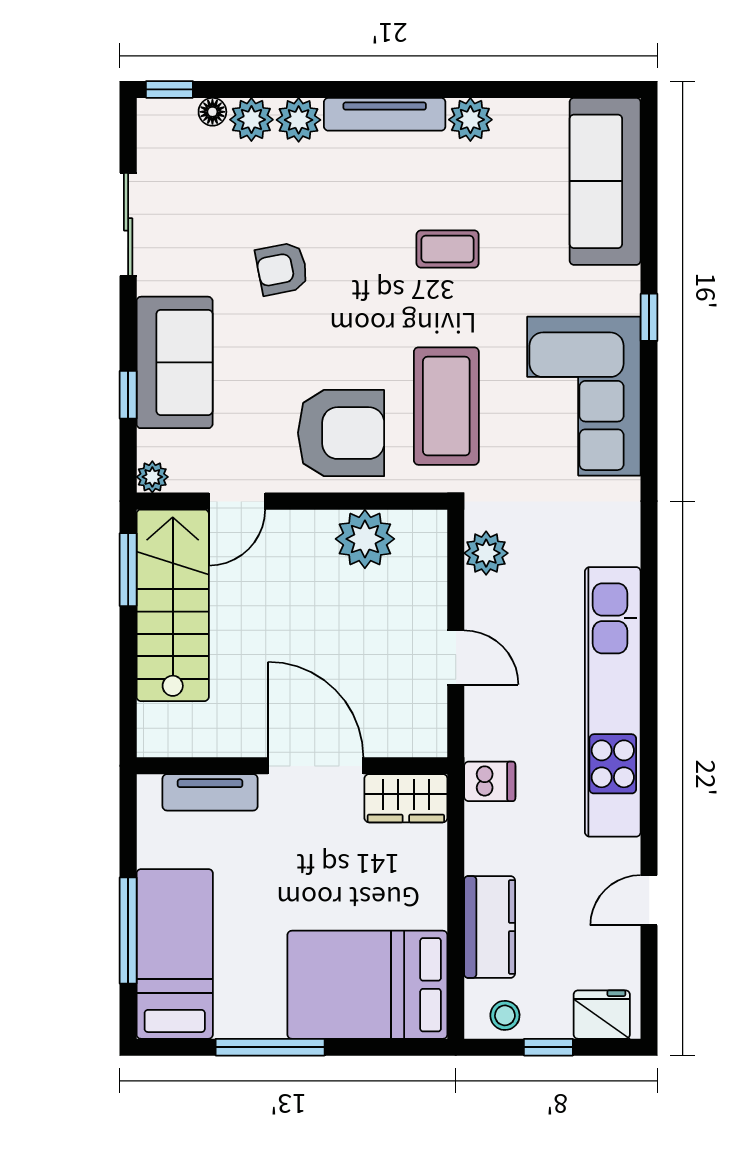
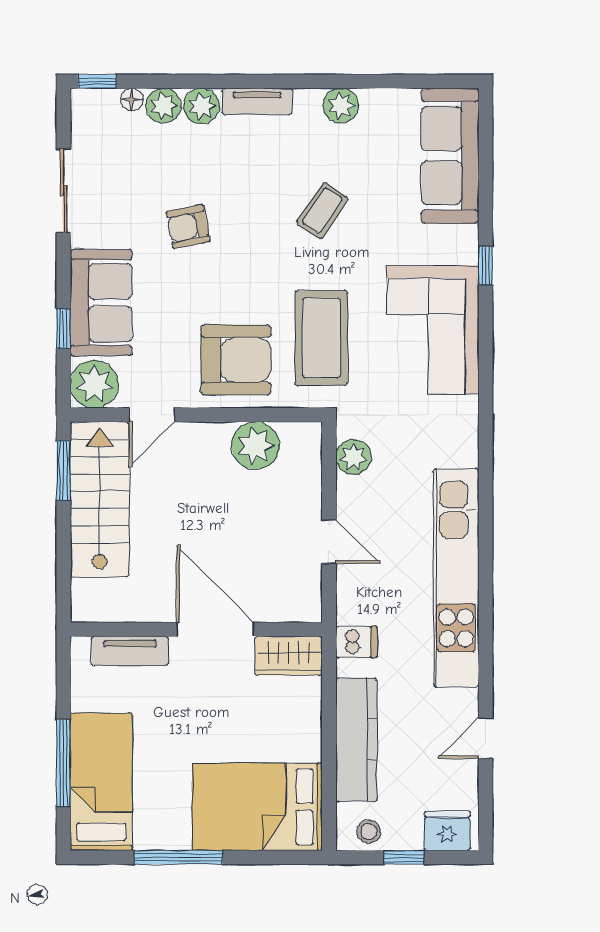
tv unit: (385, 114) -> (257, 101), width x0.71
coffee table: (448, 249) -> (322, 211), turned -56
plant: (152, 477) -> (94, 384), width x1.88, depth x1.88
kitchen counter: (490, 927) -> (356, 739), width x1.50

